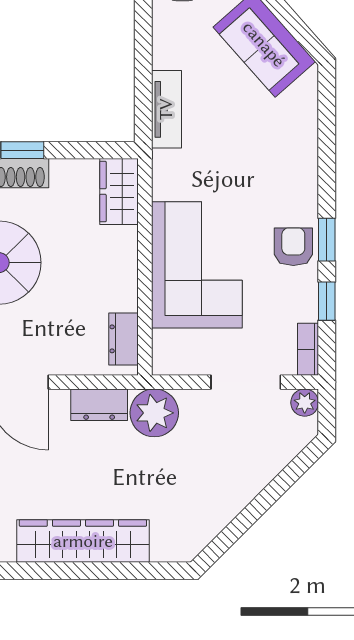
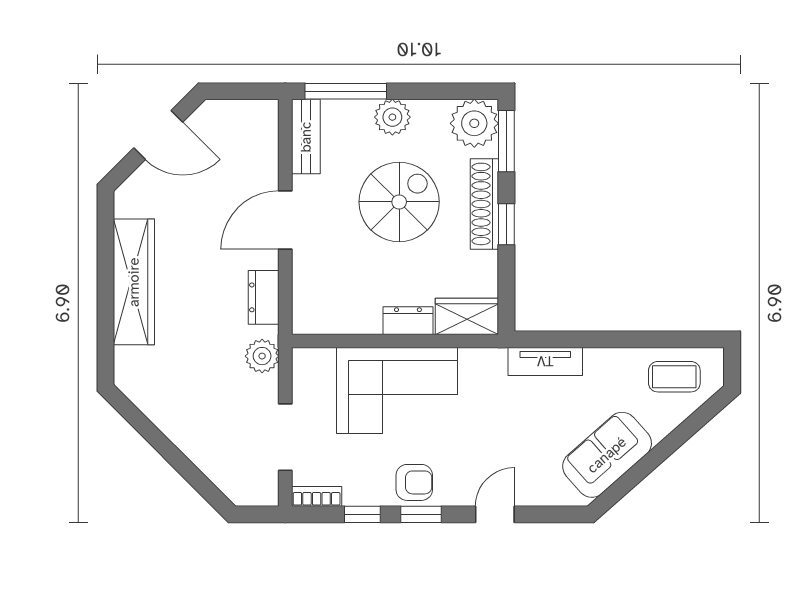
door: (327, 162) -> (495, 514), added
dresser: (124, 339) -> (408, 321), moved
plant: (305, 403) -> (266, 493), removed
plant: (154, 413) -> (262, 356), width x0.73, depth x0.73

